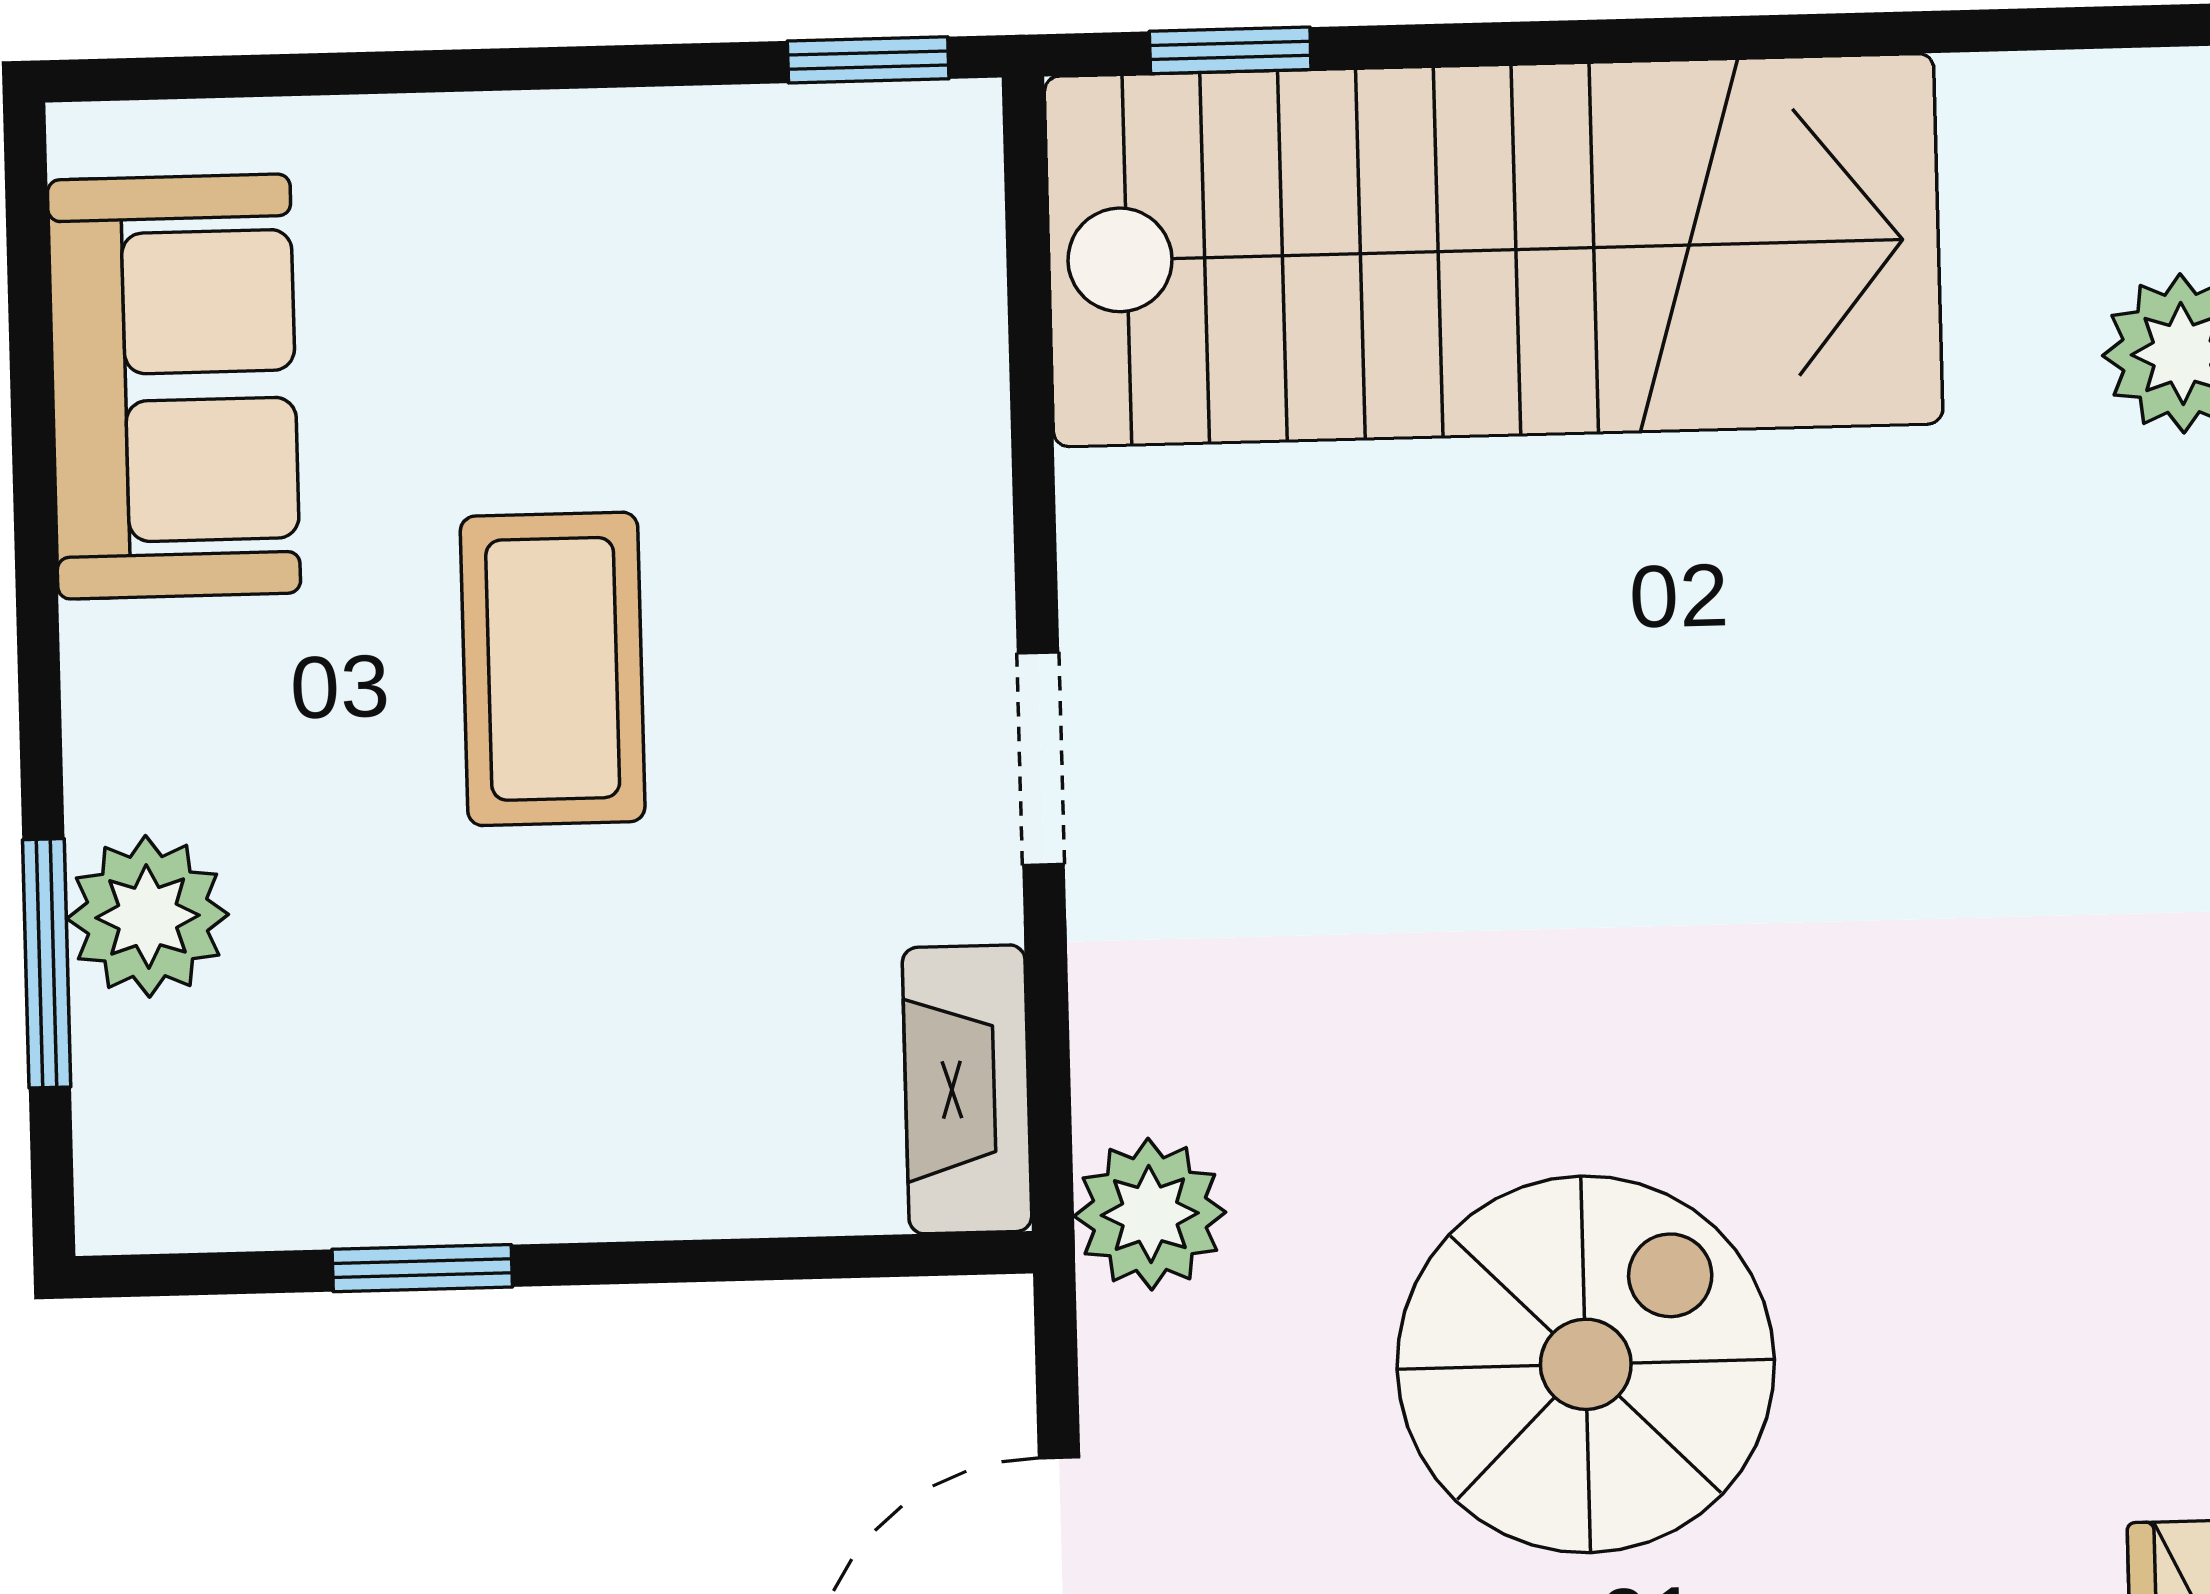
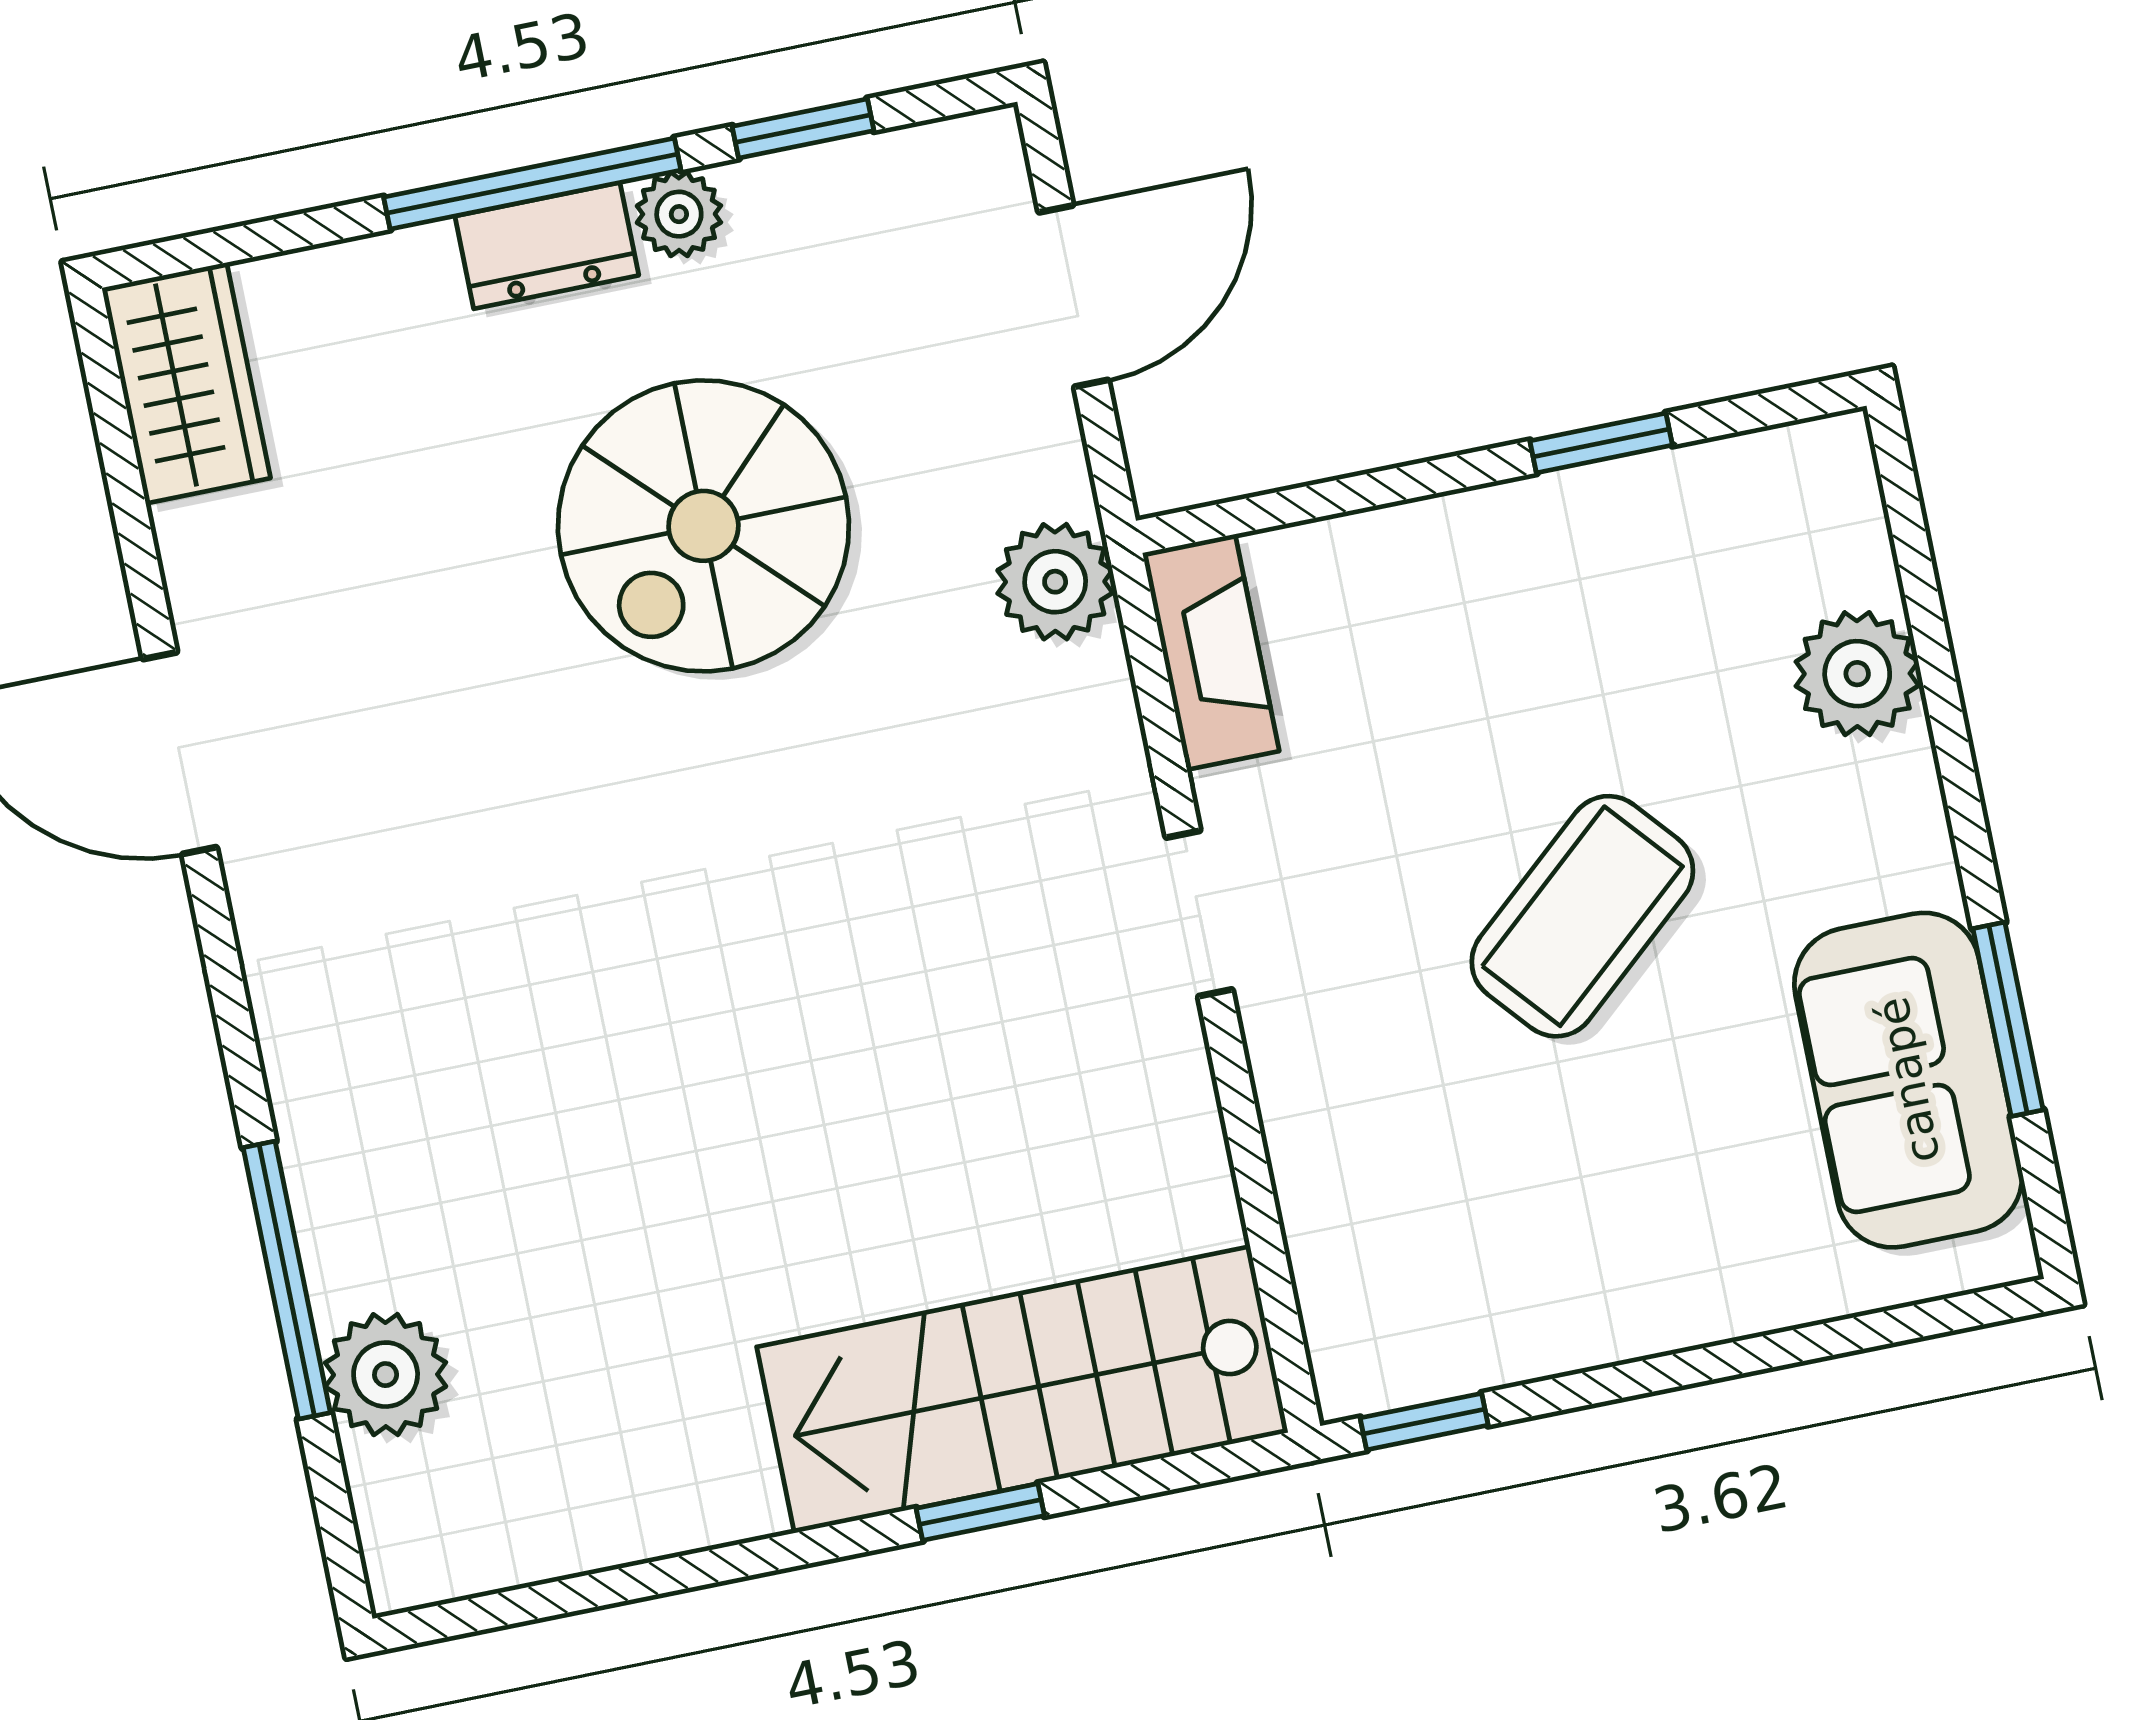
window: (1230, 50) -> (980, 1512), moved
stairs: (1494, 250) -> (1022, 1390), width x0.73, depth x0.66
coffee table: (553, 669) -> (1582, 916), turned 49
window: (47, 963) -> (2008, 1019), moved

